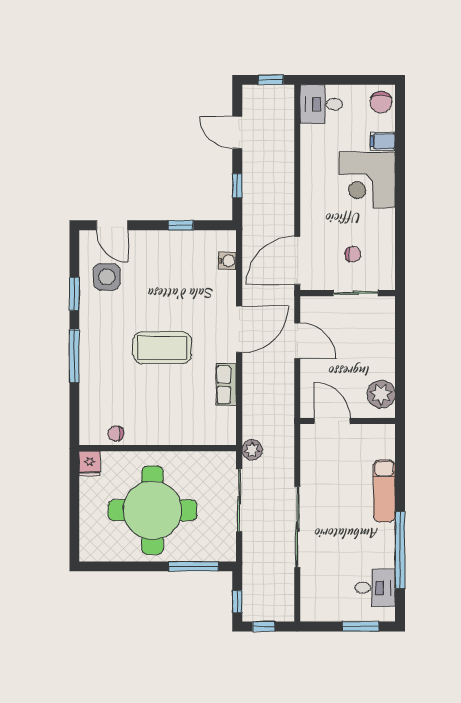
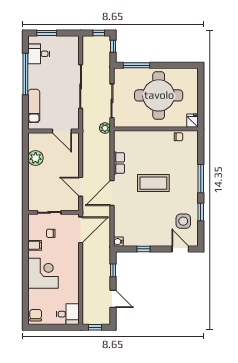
filing cabinet: (383, 141) -> (35, 245), moved
water cooler: (227, 261) -> (118, 242), moved
door: (332, 421) -> (62, 131), moved
wall: (348, 421) -> (54, 131), moved

